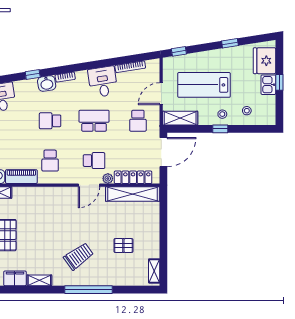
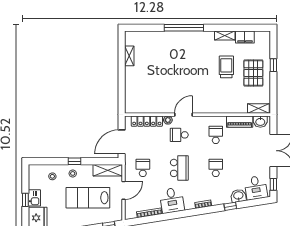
washbasin: (47, 83) -> (238, 196), moved
lab bench: (204, 85) -> (88, 198), turned 180
school desk: (50, 121) -> (216, 168), turned -90
school desk: (94, 121) -> (179, 168), turned -90
shelving: (133, 194) -> (147, 107), removed
pallet: (123, 246) -> (155, 64), removed
trolley: (79, 256) -> (226, 67), moved, turned 126
shelving: (154, 271) -> (129, 56), moved

